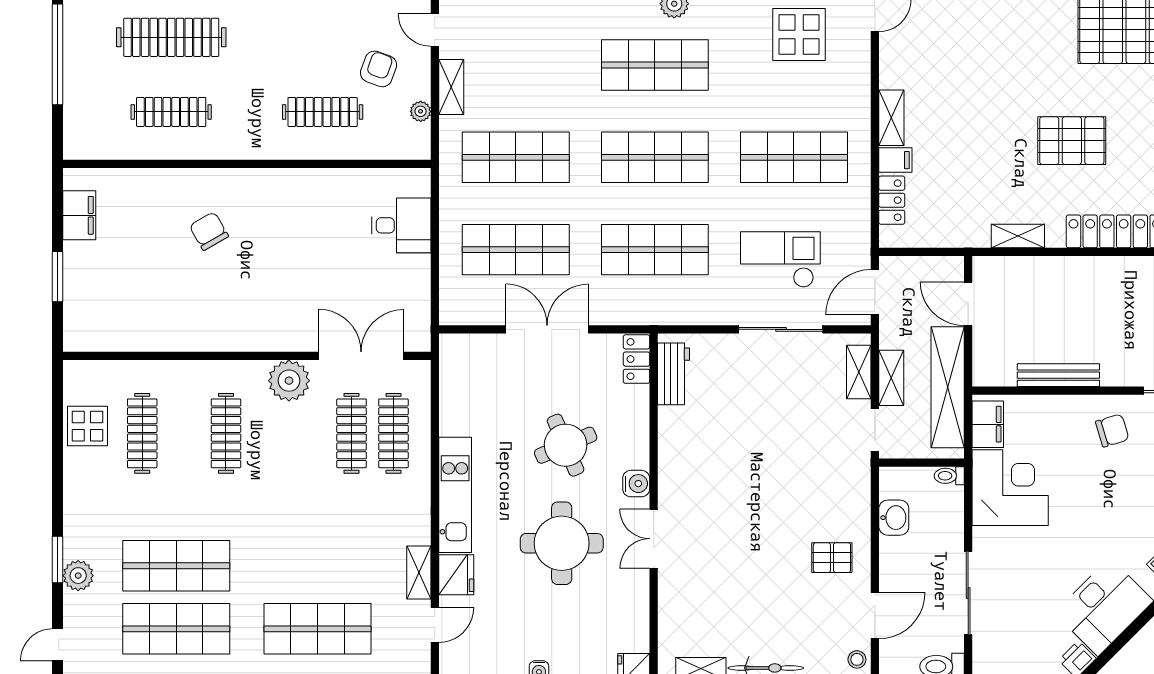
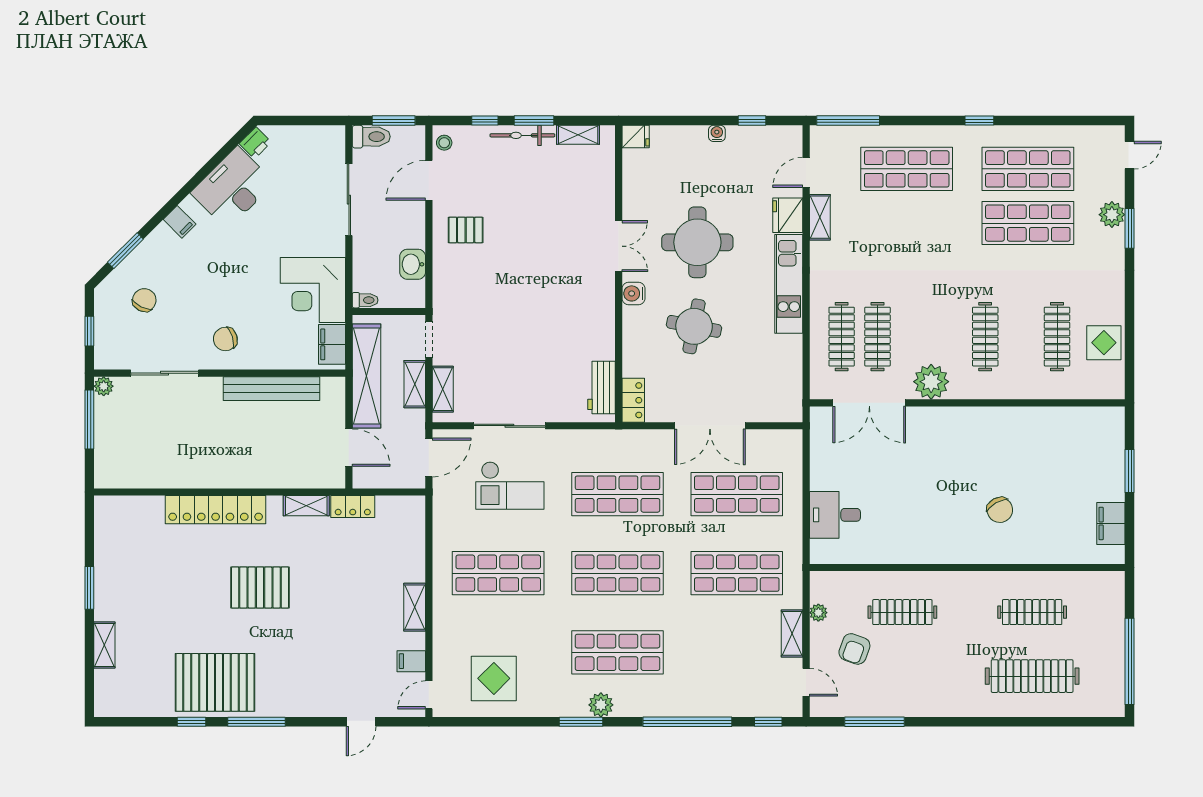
filing cabinet: (895, 160) -> (411, 661), moved
locker: (892, 200) -> (353, 507), moved, turned -90
bench: (1058, 375) -> (272, 389), width x1.37, depth x1.21
round table: (566, 445) -> (694, 326), turned 34

